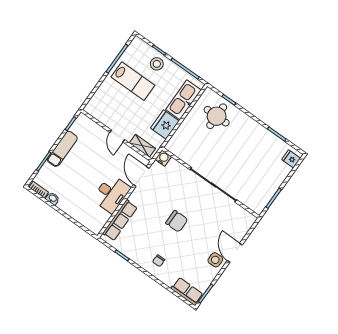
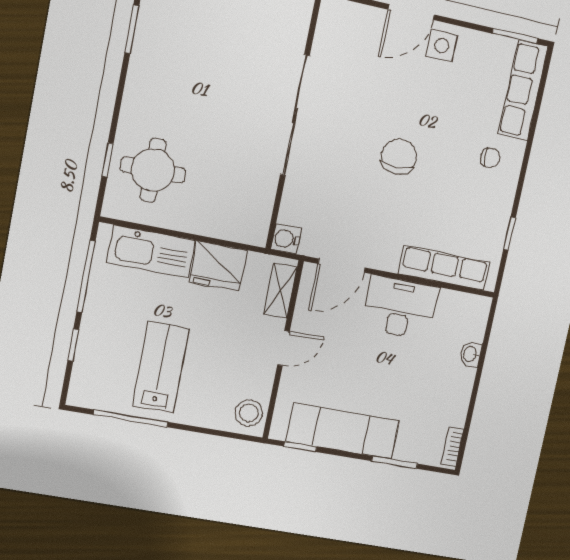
stool: (157, 64) -> (249, 413), moved
exam couch: (62, 149) -> (343, 431), width x1.36, depth x1.45
washbasin: (53, 198) -> (470, 354), moved
row of seats: (187, 291) -> (523, 91), width x1.48

